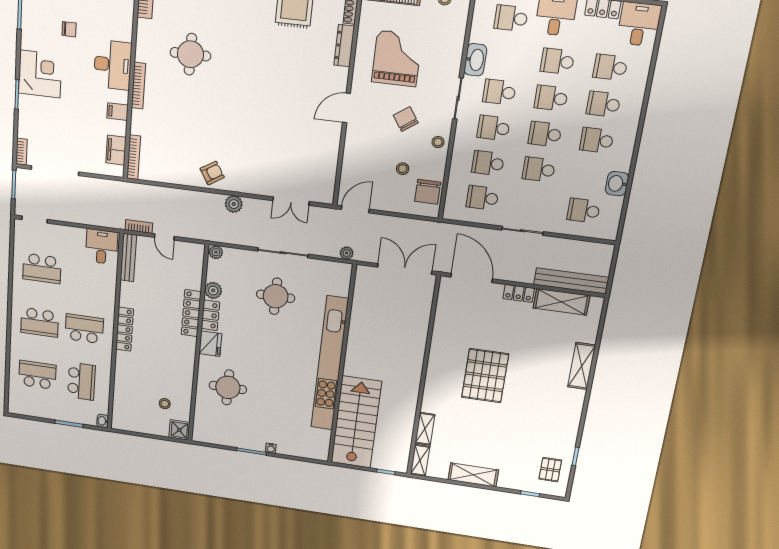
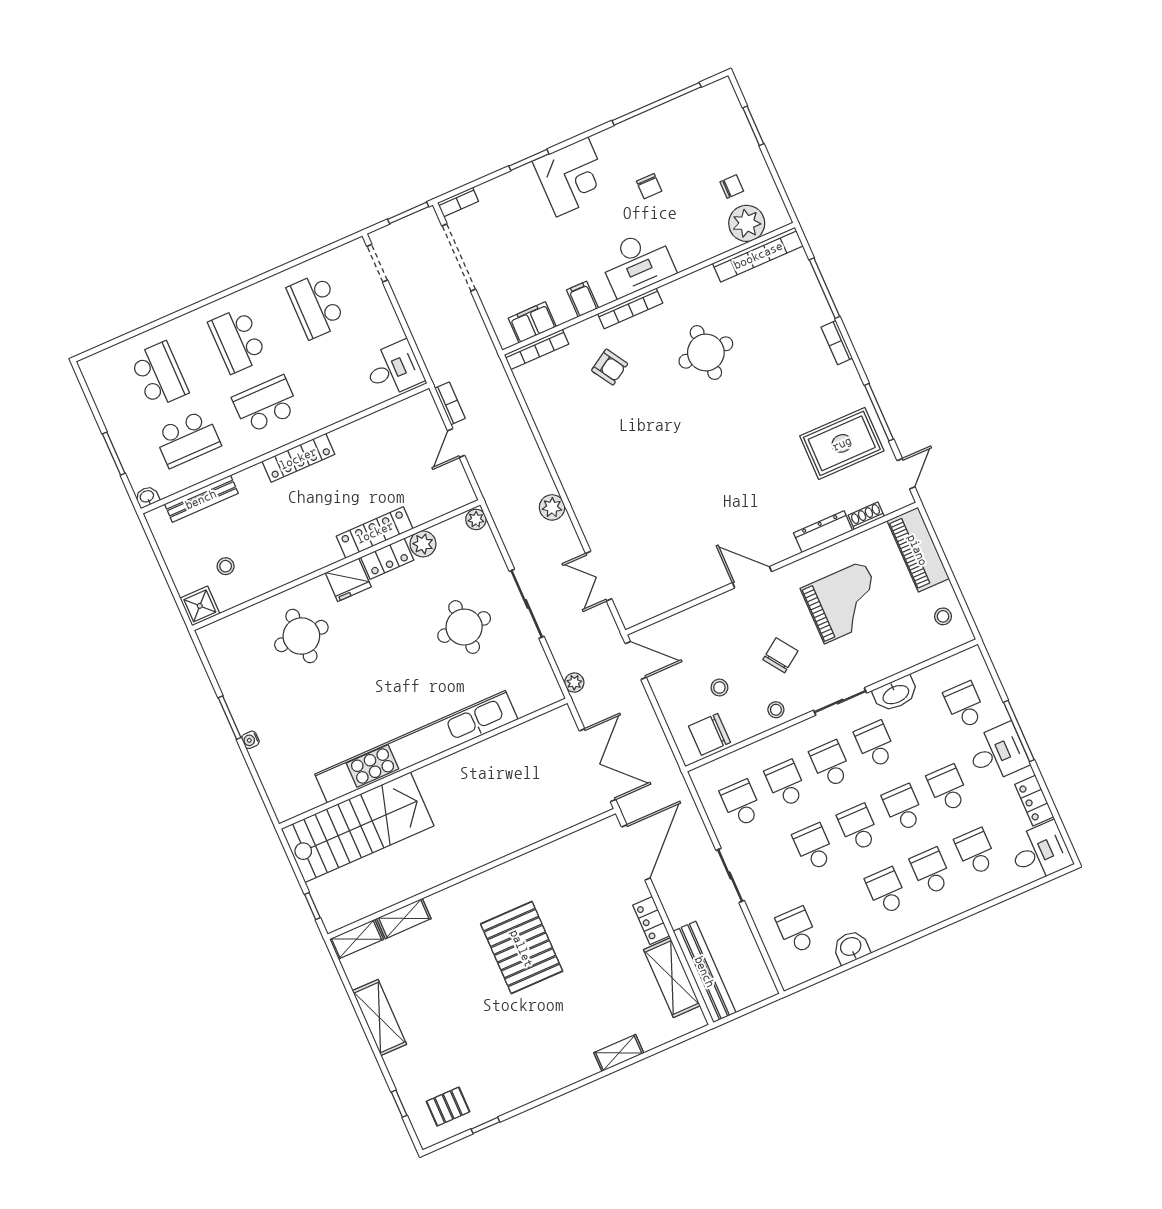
armchair: (212, 173) -> (610, 367), moved
bench: (128, 258) -> (201, 499), moved
school desk: (84, 329) -> (266, 404), turned -90
shelving: (582, 366) -> (619, 1053), width x0.67, depth x0.75
pallet: (485, 376) -> (522, 948), turned 90

